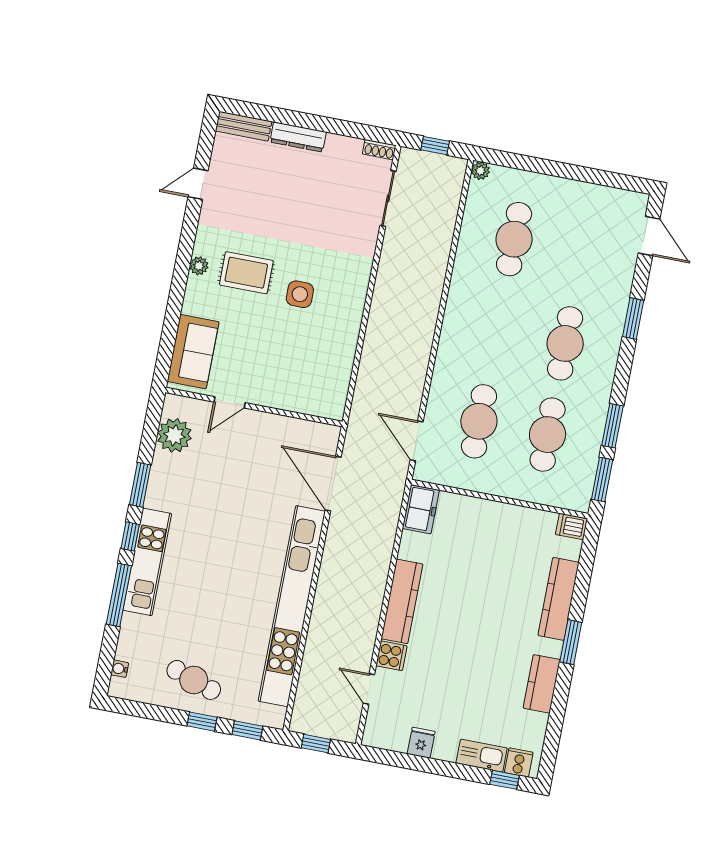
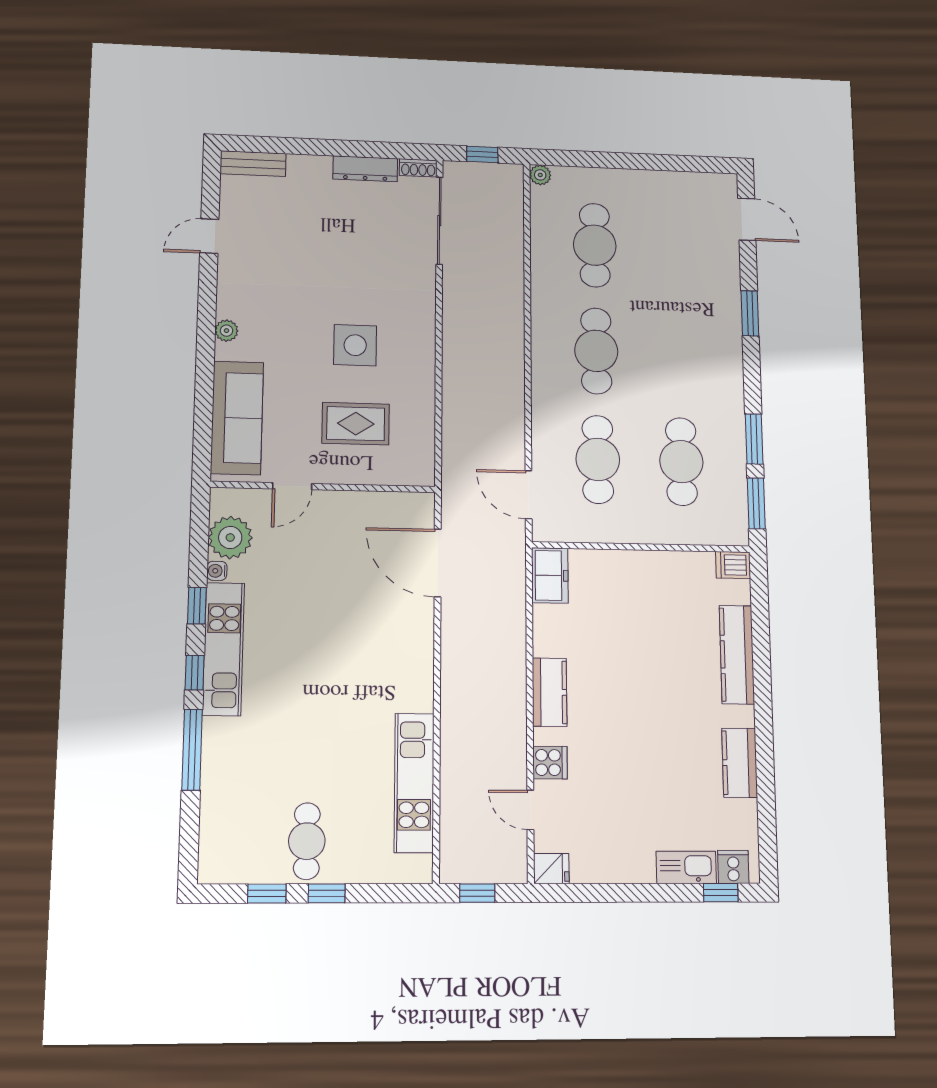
dresser: (298, 137) -> (365, 169), moved
sliding door: (388, 198) -> (439, 221), width x1.37
rug: (246, 273) -> (356, 424), moved
side table: (300, 294) -> (355, 345), width x1.37, depth x1.37
cafe table: (565, 343) -> (596, 351), moved
sofa: (193, 352) -> (237, 418), width x1.36
window: (140, 485) -> (197, 606), width x0.67
kitchen unit: (147, 562) -> (223, 649), moved
kitchen counter: (402, 601) -> (550, 692), width x0.67
kitchen unit: (292, 606) -> (414, 783), width x0.54
window: (571, 642) -> (763, 705), removed
water cooler: (120, 669) -> (217, 571), moved
cafe table: (194, 680) -> (307, 841), turned 71
window: (247, 730) -> (267, 894), moved
fridge: (421, 743) -> (551, 869), moved, turned 90

